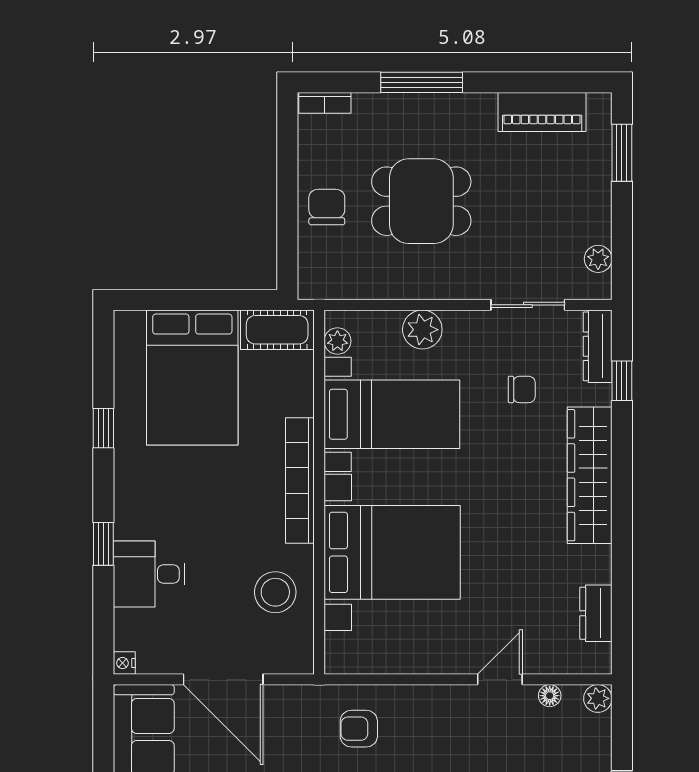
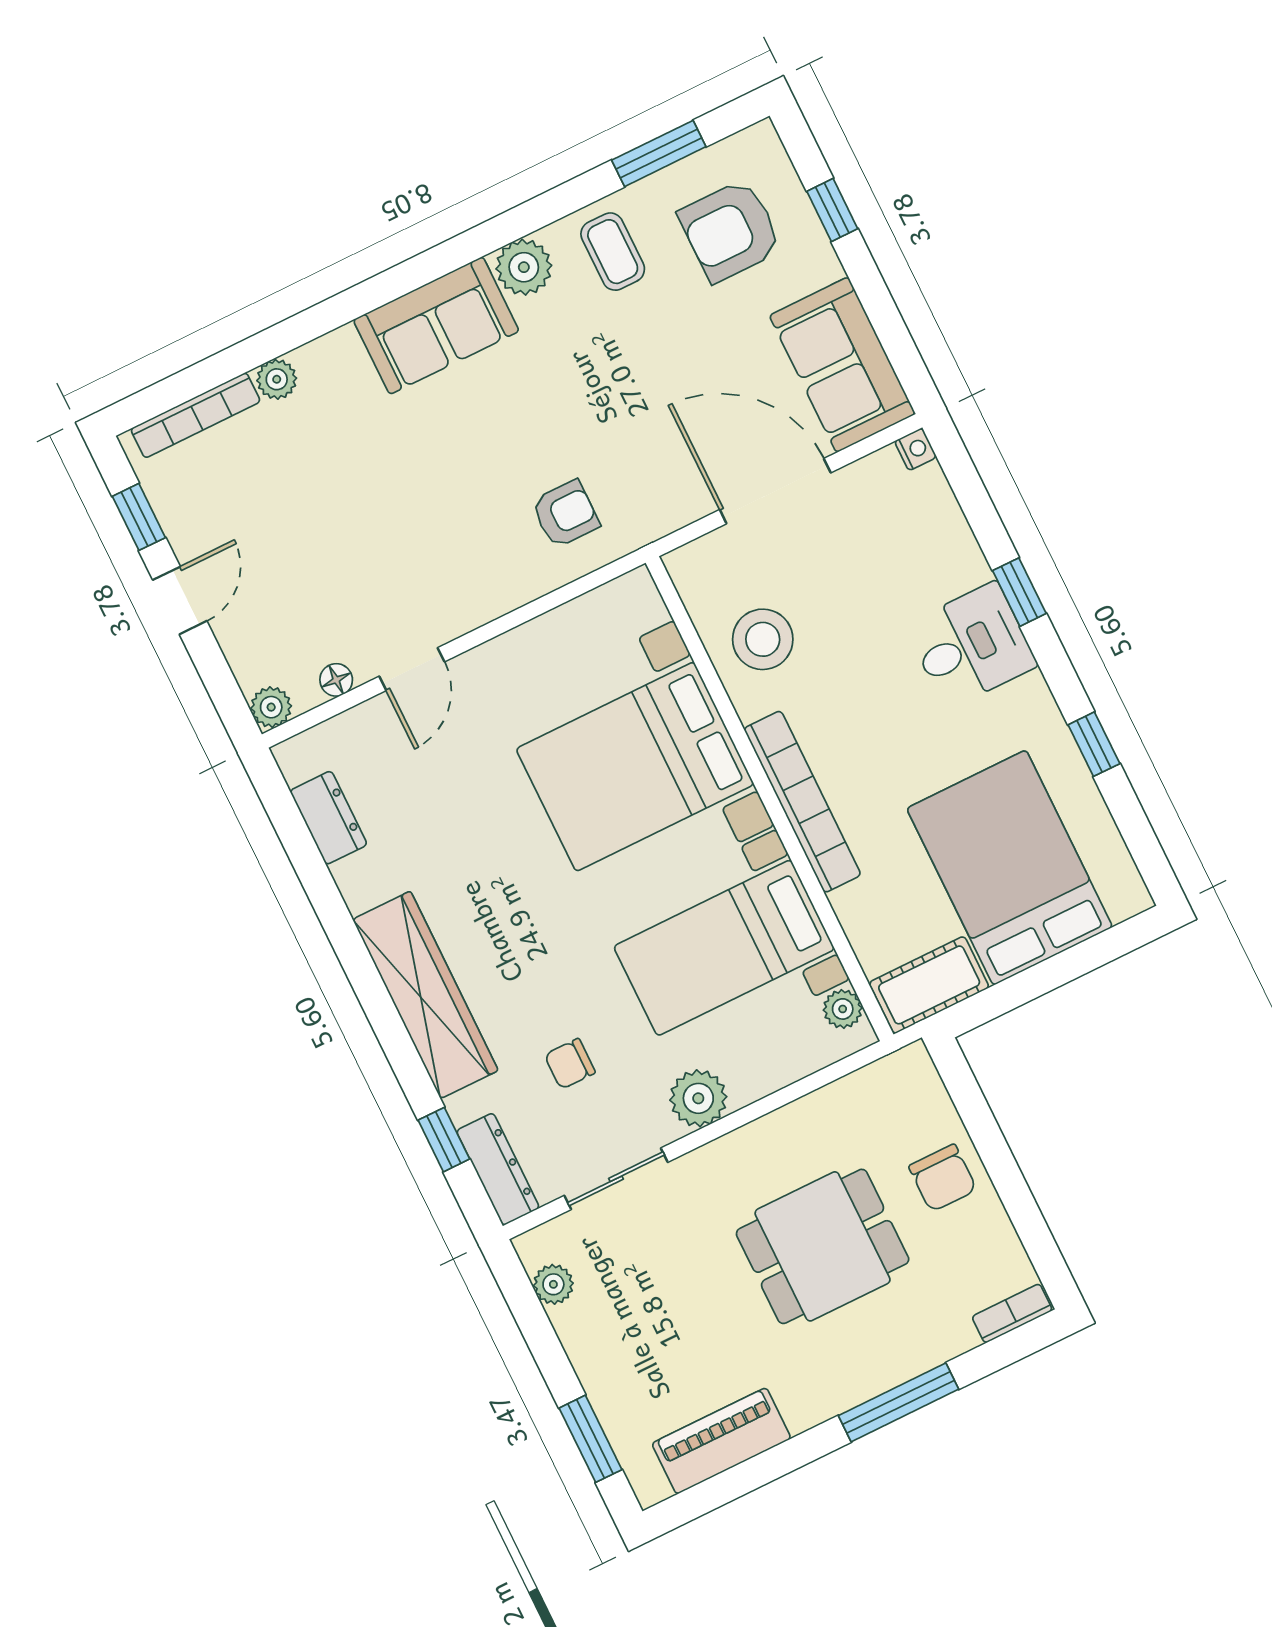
plant: (422, 330) -> (698, 1098), moved
desk: (149, 574) -> (971, 645), moved

